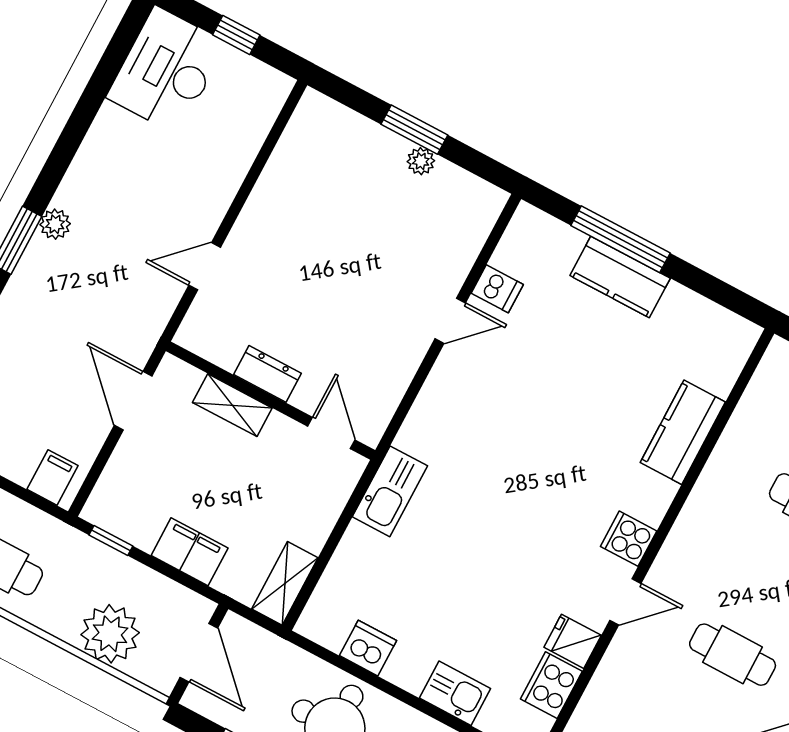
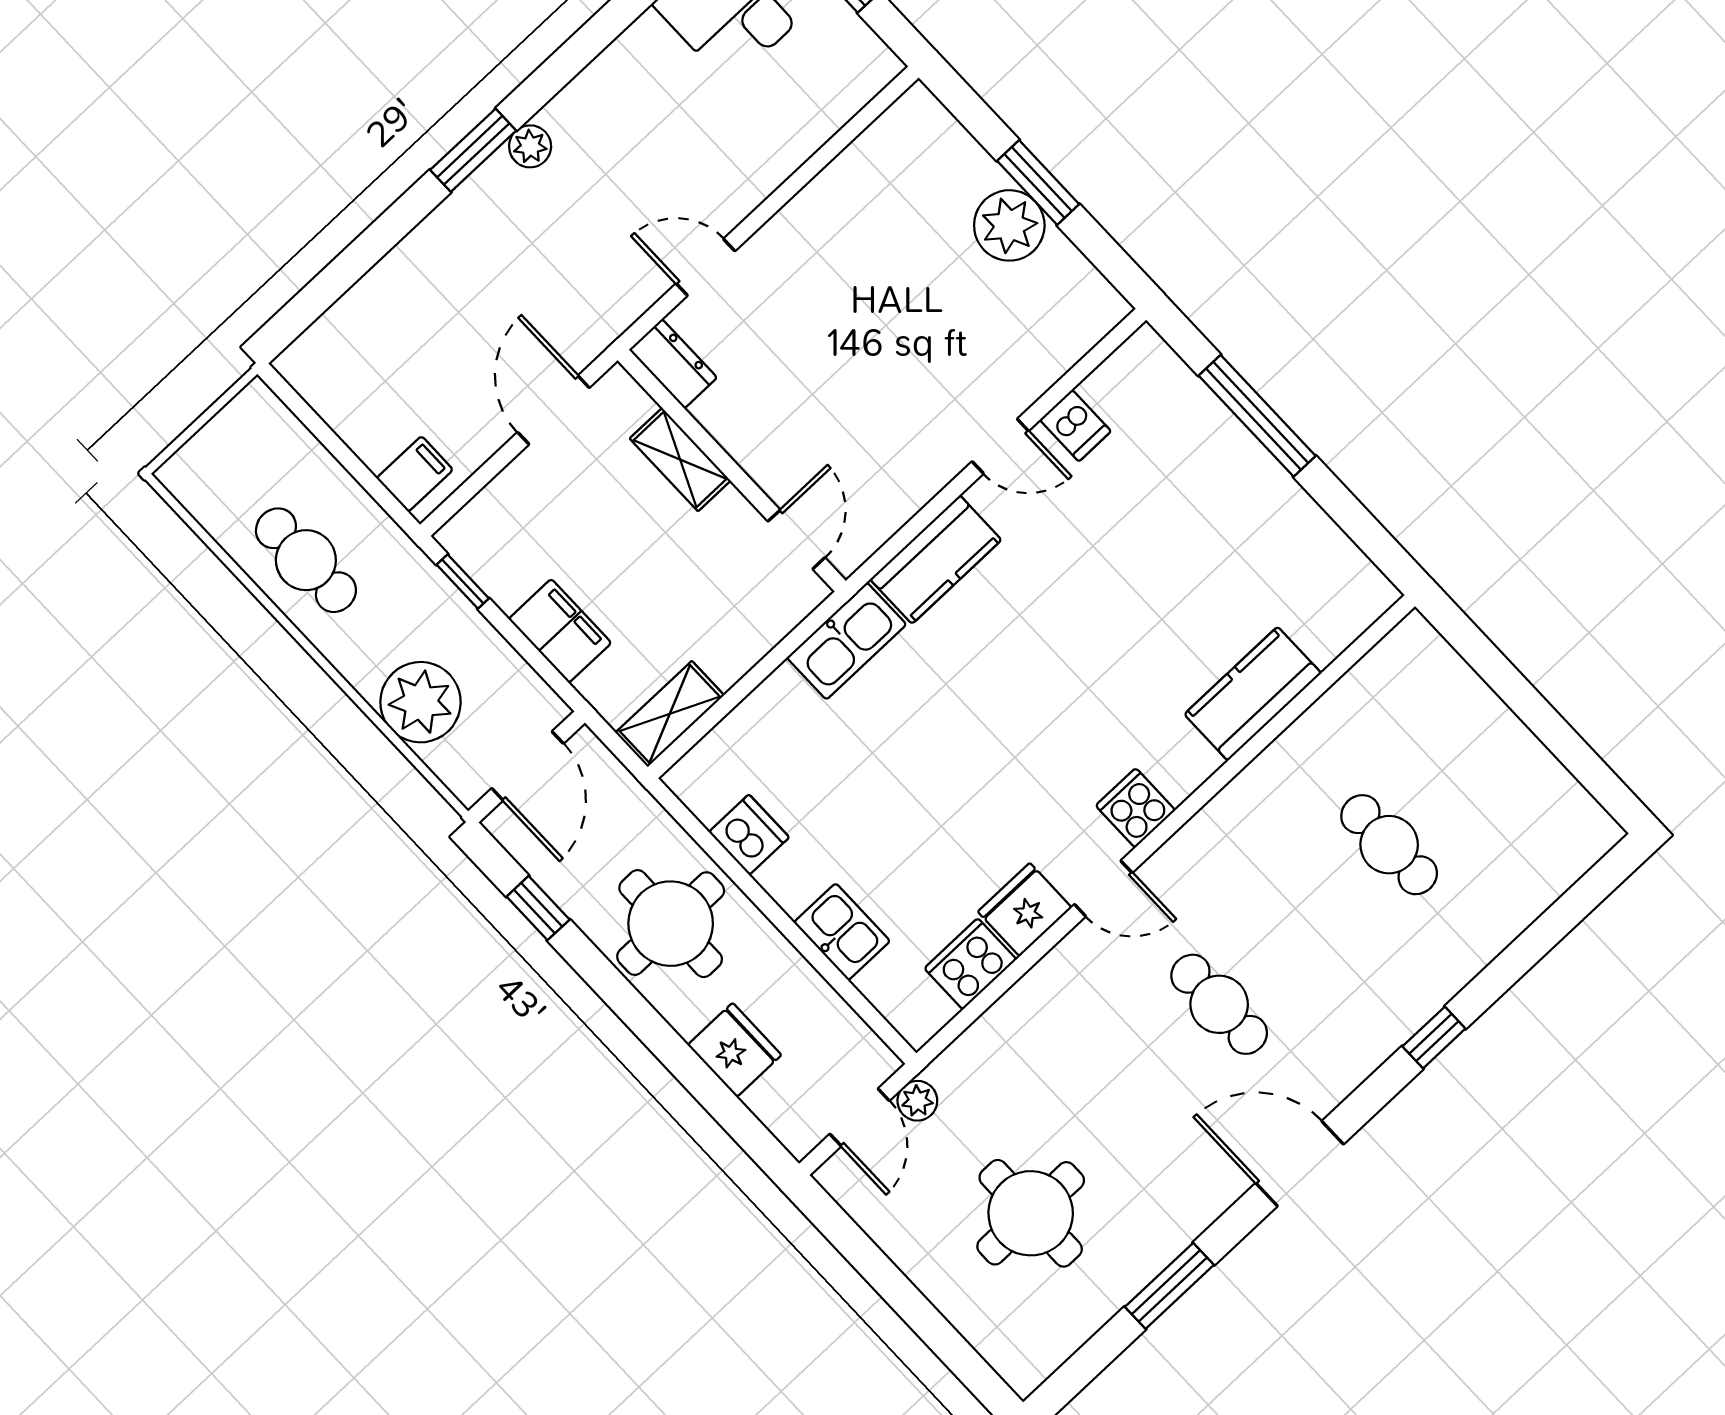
plant: (421, 161) -> (1009, 225), width x1.88, depth x1.88
kitchen counter: (620, 277) -> (936, 560), moved, turned -90
dresser: (267, 374) -> (673, 364), moved
fridge: (573, 641) -> (1025, 910), width x1.38

